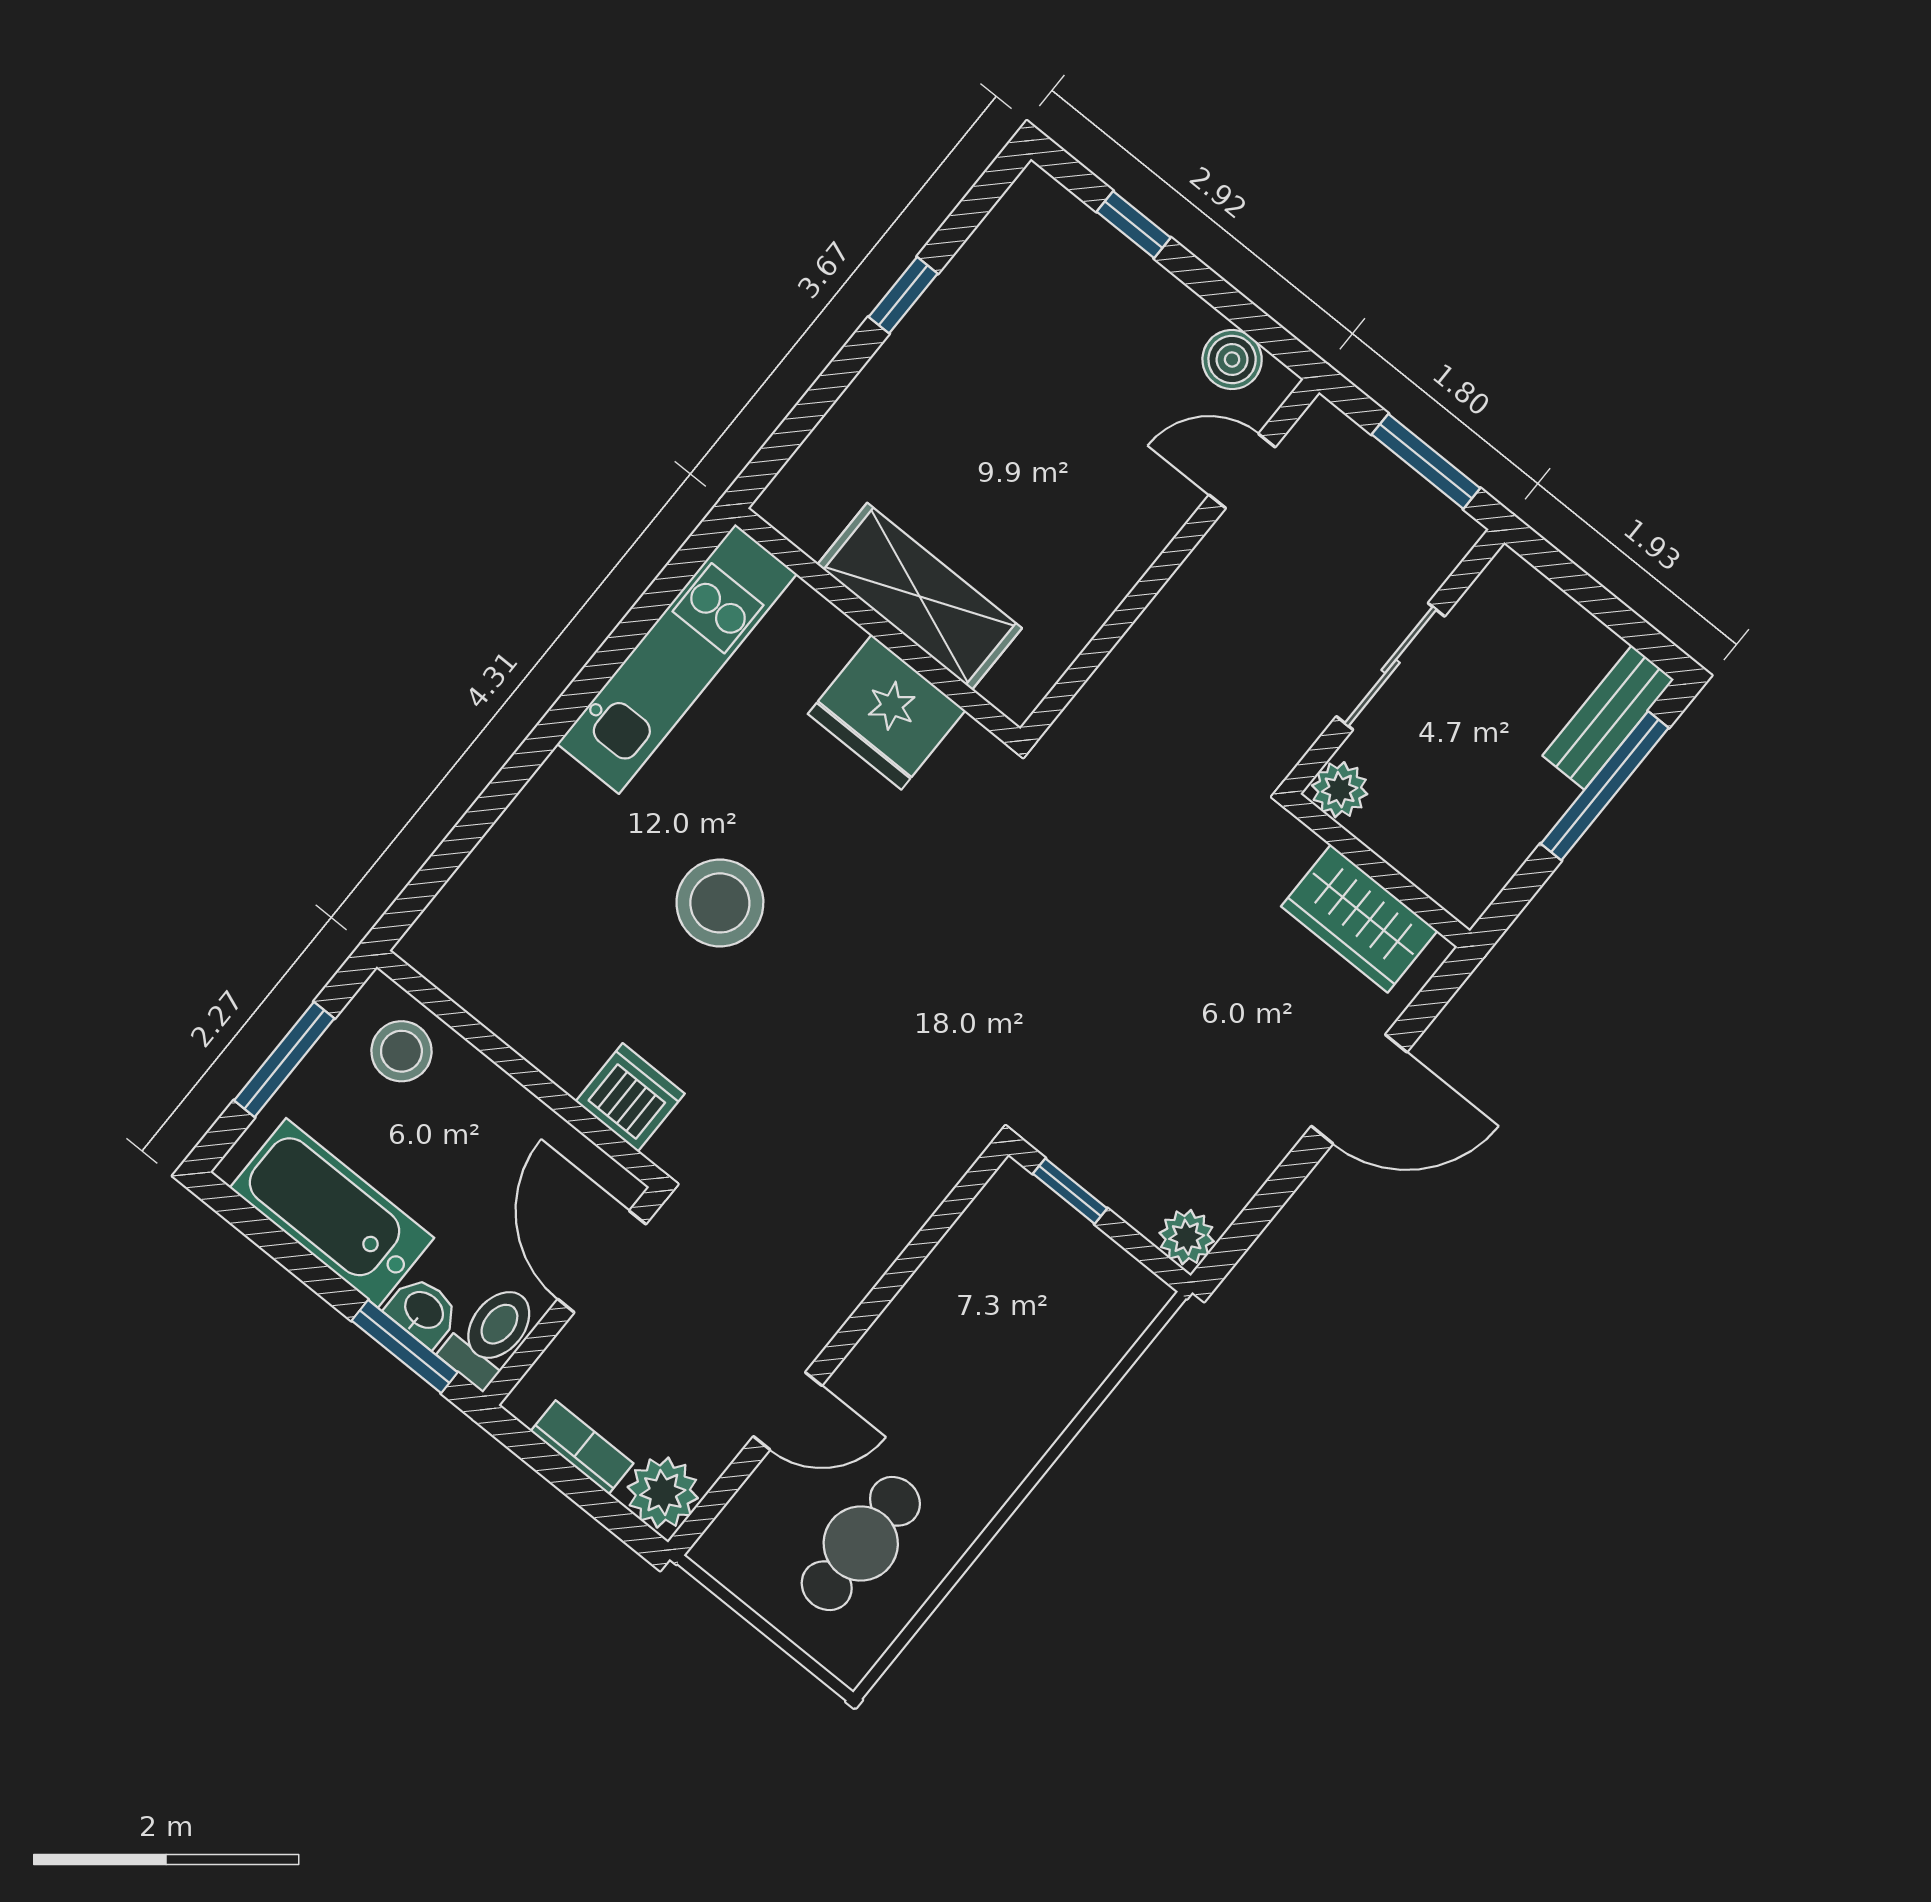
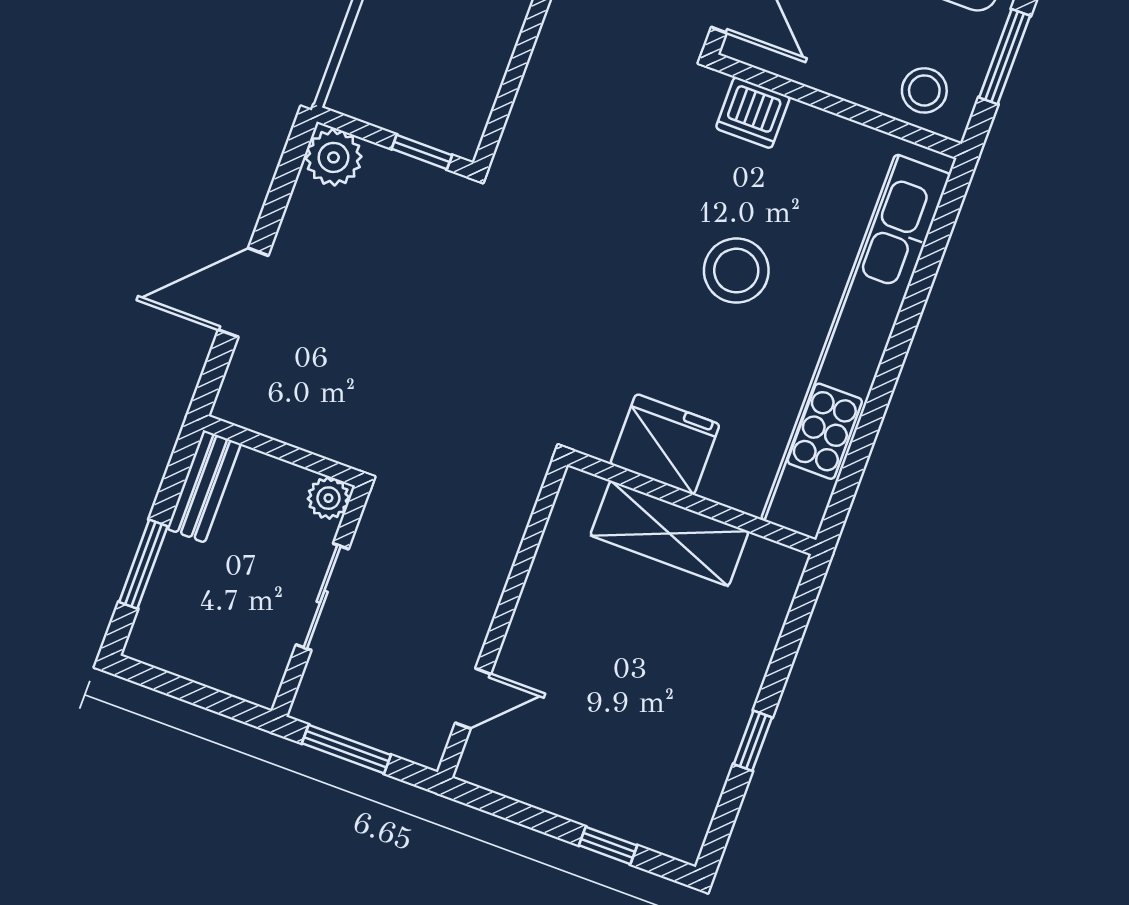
boiler: (1232, 359) -> (507, 774), removed
kitchen unit: (677, 659) -> (856, 347), width x1.86
bench: (1608, 717) -> (204, 486), moved
window: (1605, 786) -> (143, 564), width x0.69
wardrobe: (1359, 919) -> (284, 412), removed
plant: (1187, 1237) -> (333, 157), width x1.38, depth x1.38

